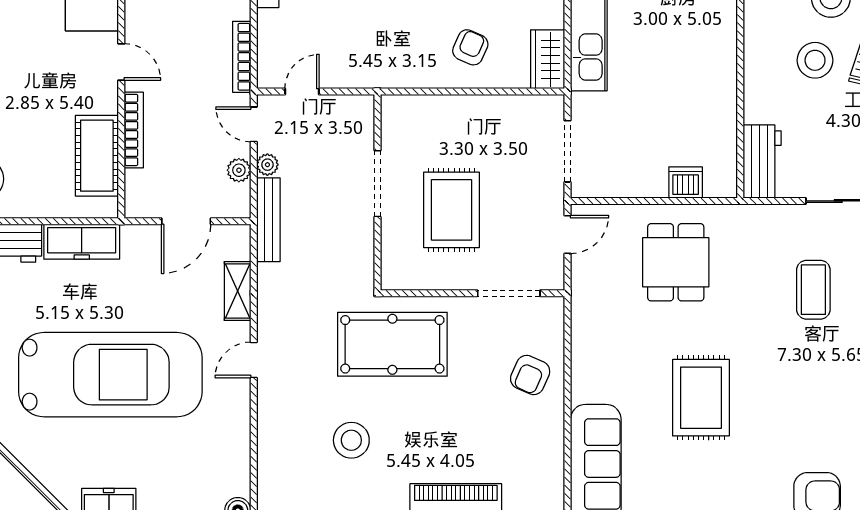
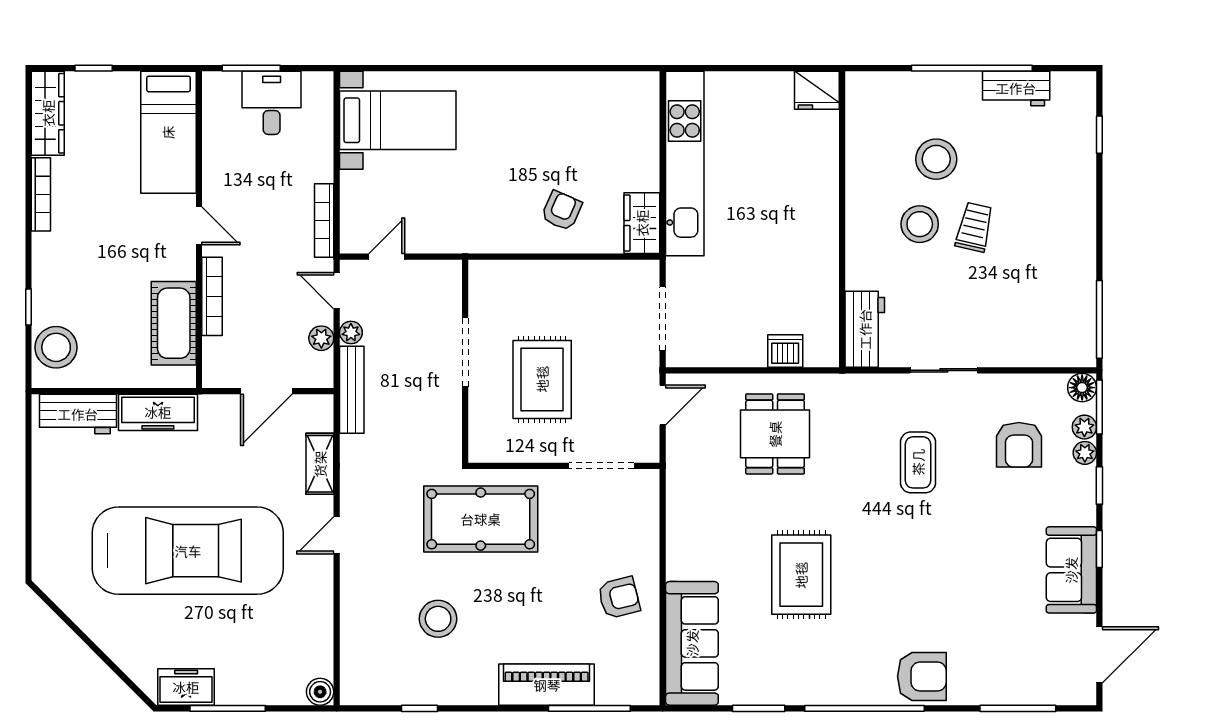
armchair: (530, 375) -> (619, 598), moved, turned -128

